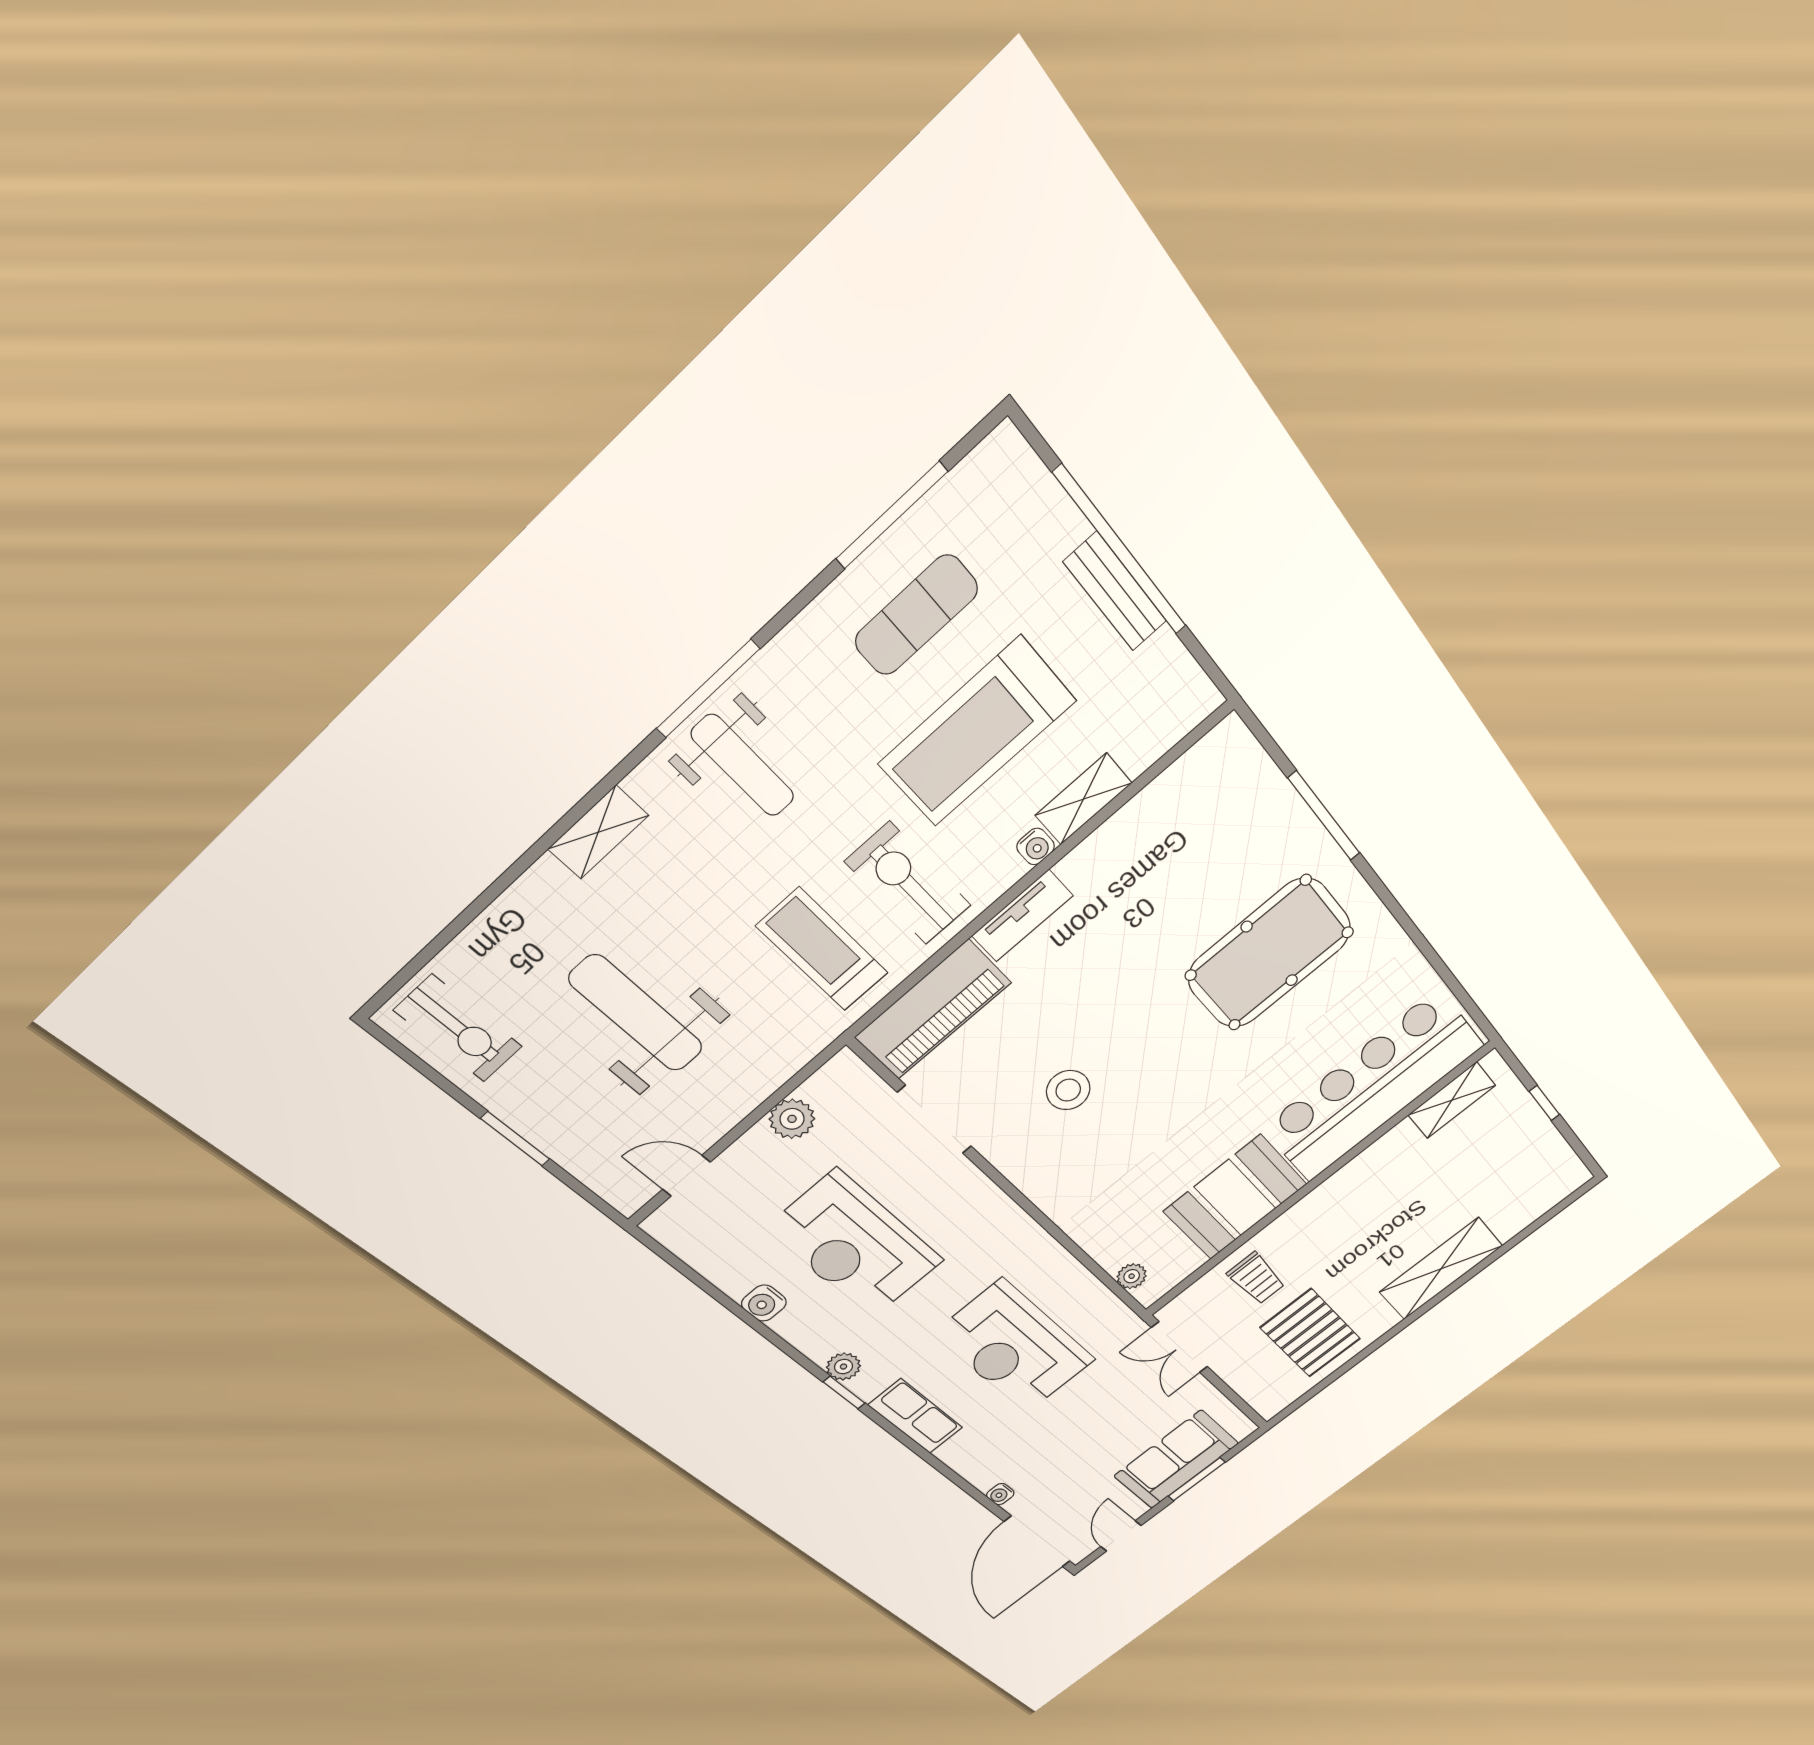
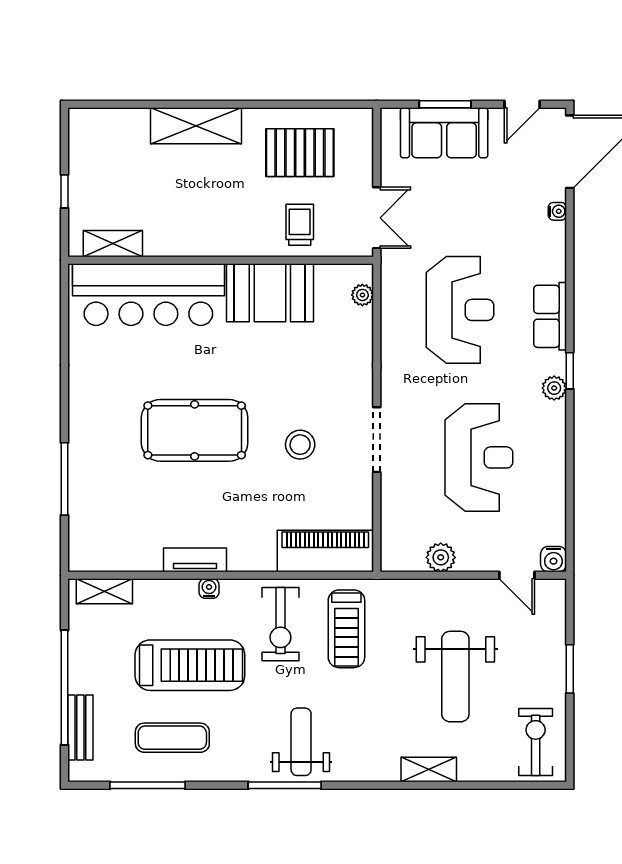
bench: (1115, 592) -> (80, 727), moved
shelving: (1083, 799) -> (104, 591), moved
shelving: (598, 832) -> (429, 769), moved
tv unit: (1022, 916) -> (195, 560), moved
pool table: (1269, 954) -> (195, 430), moved
doorway: (935, 1120) -> (377, 440), moved
water cooler: (764, 1303) -> (553, 559), moved, turned 90
pallet: (1310, 1333) -> (300, 153), turned 90

